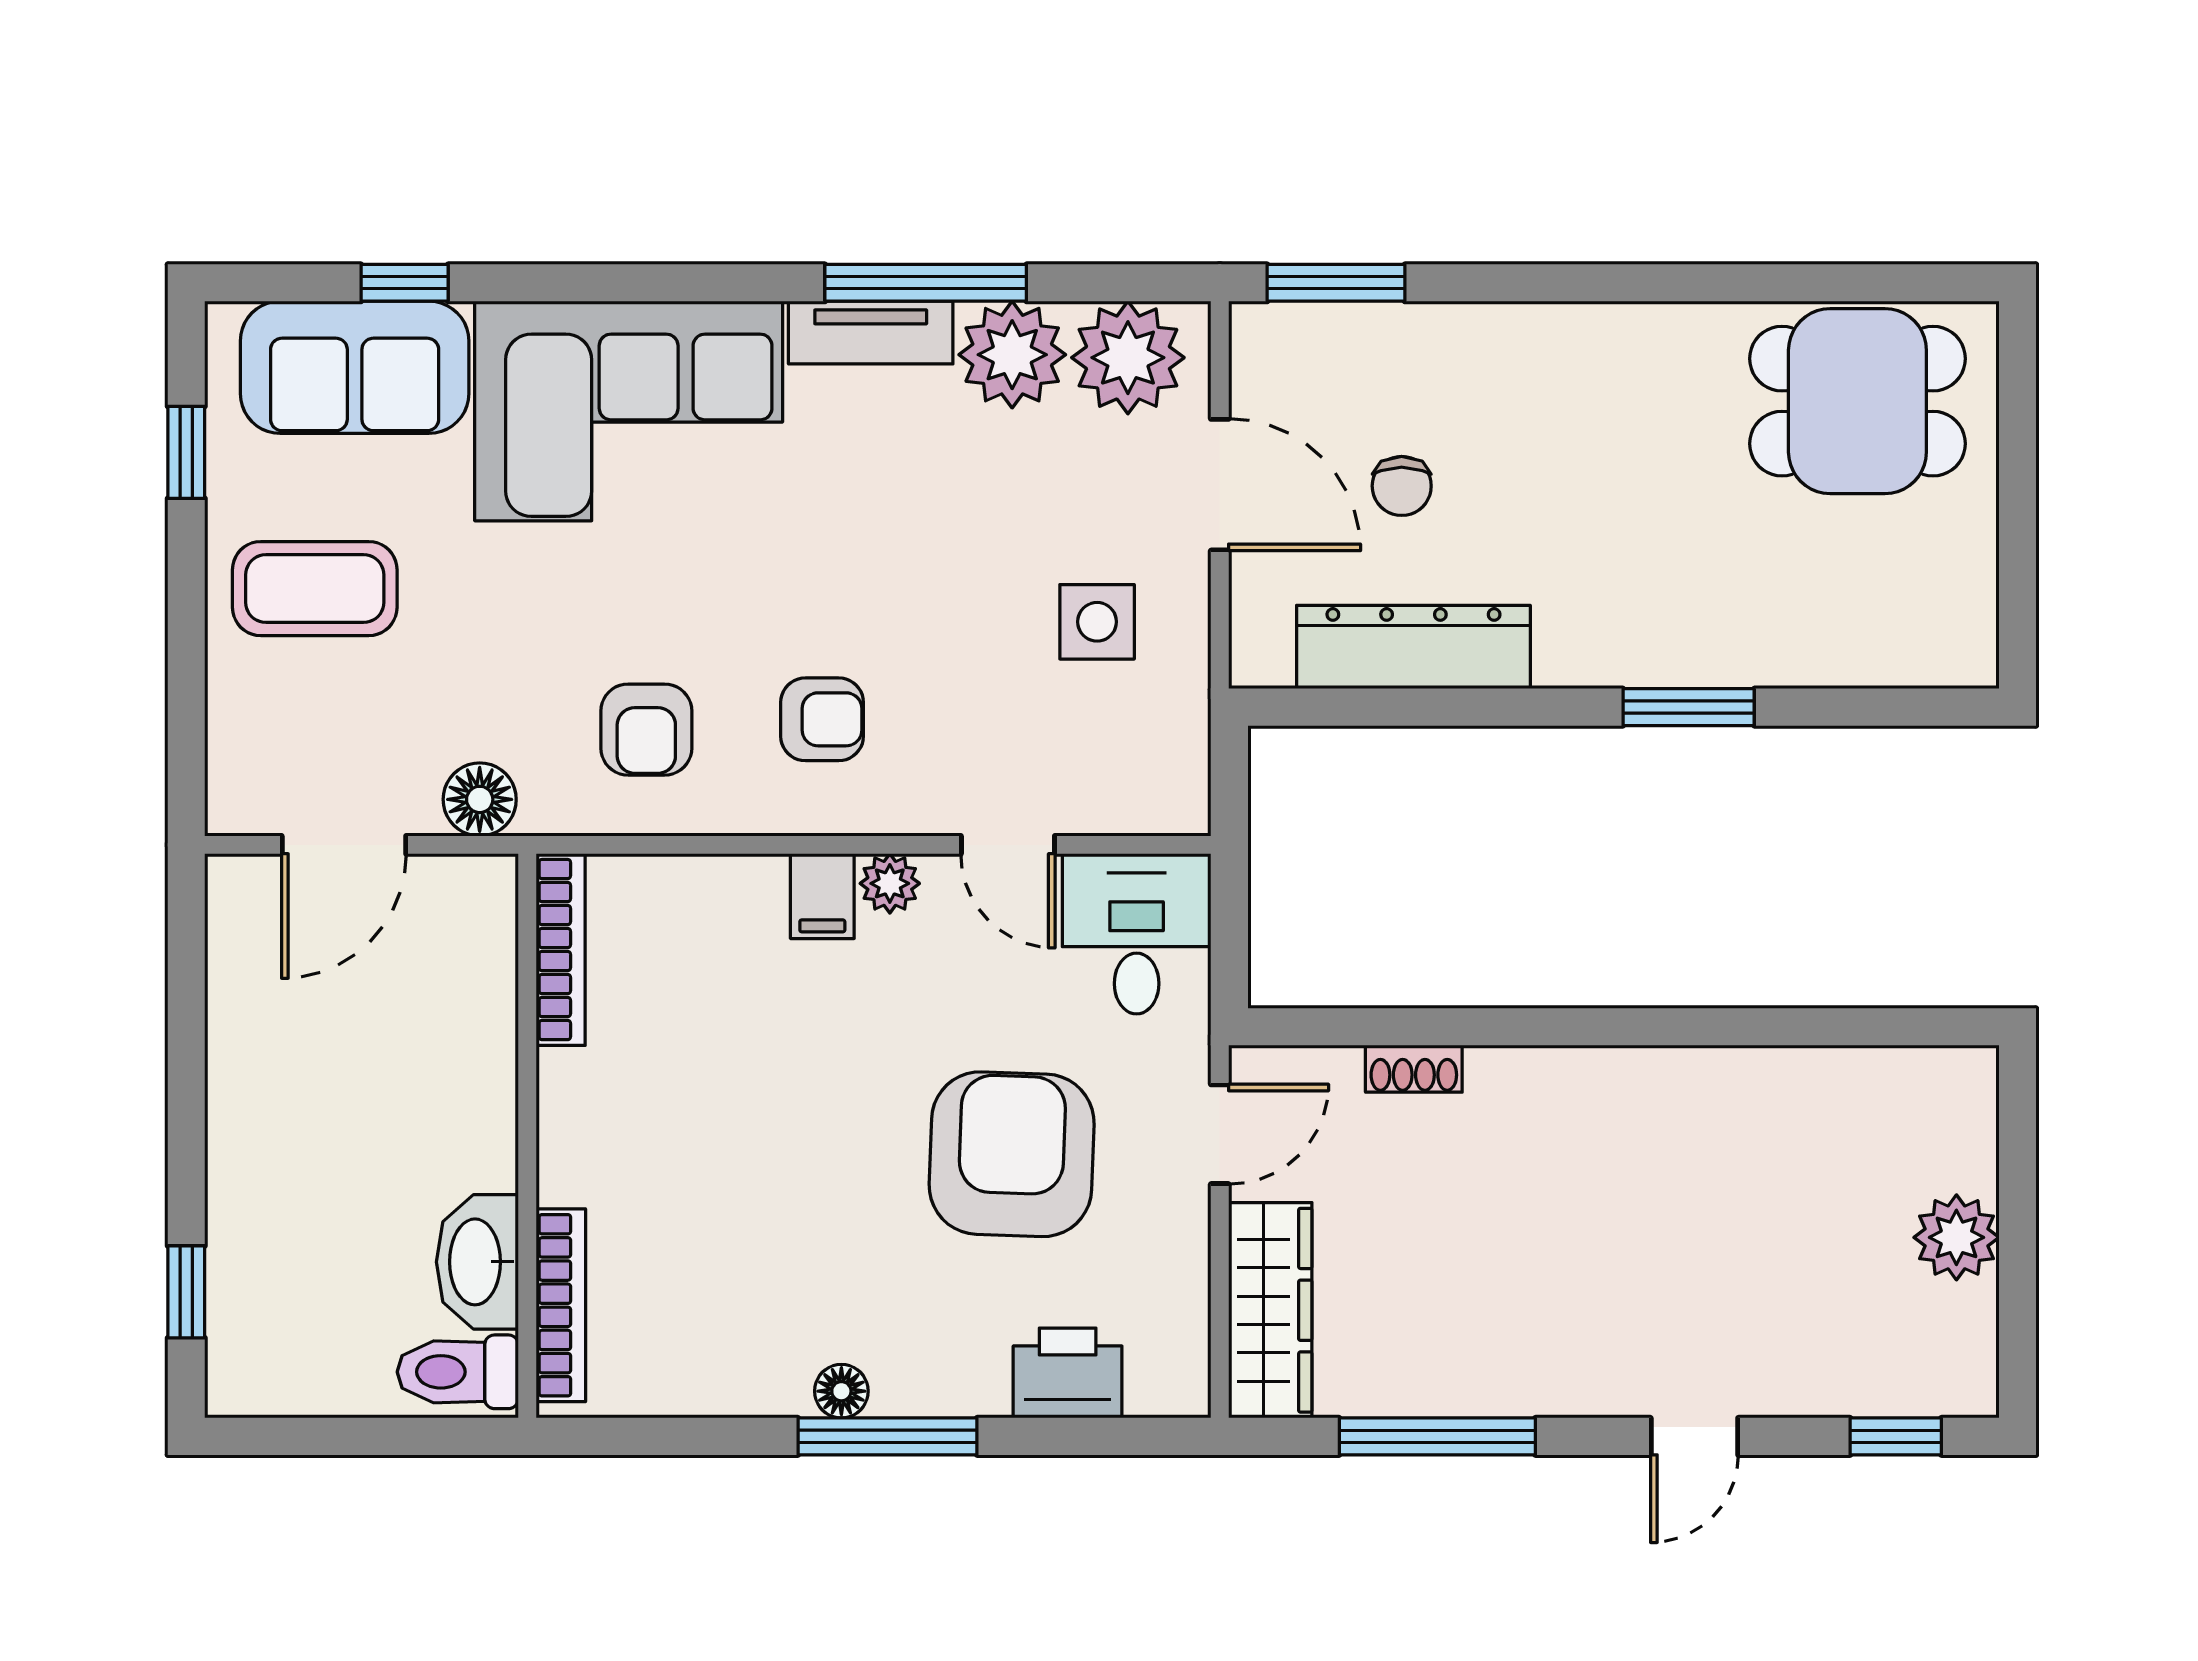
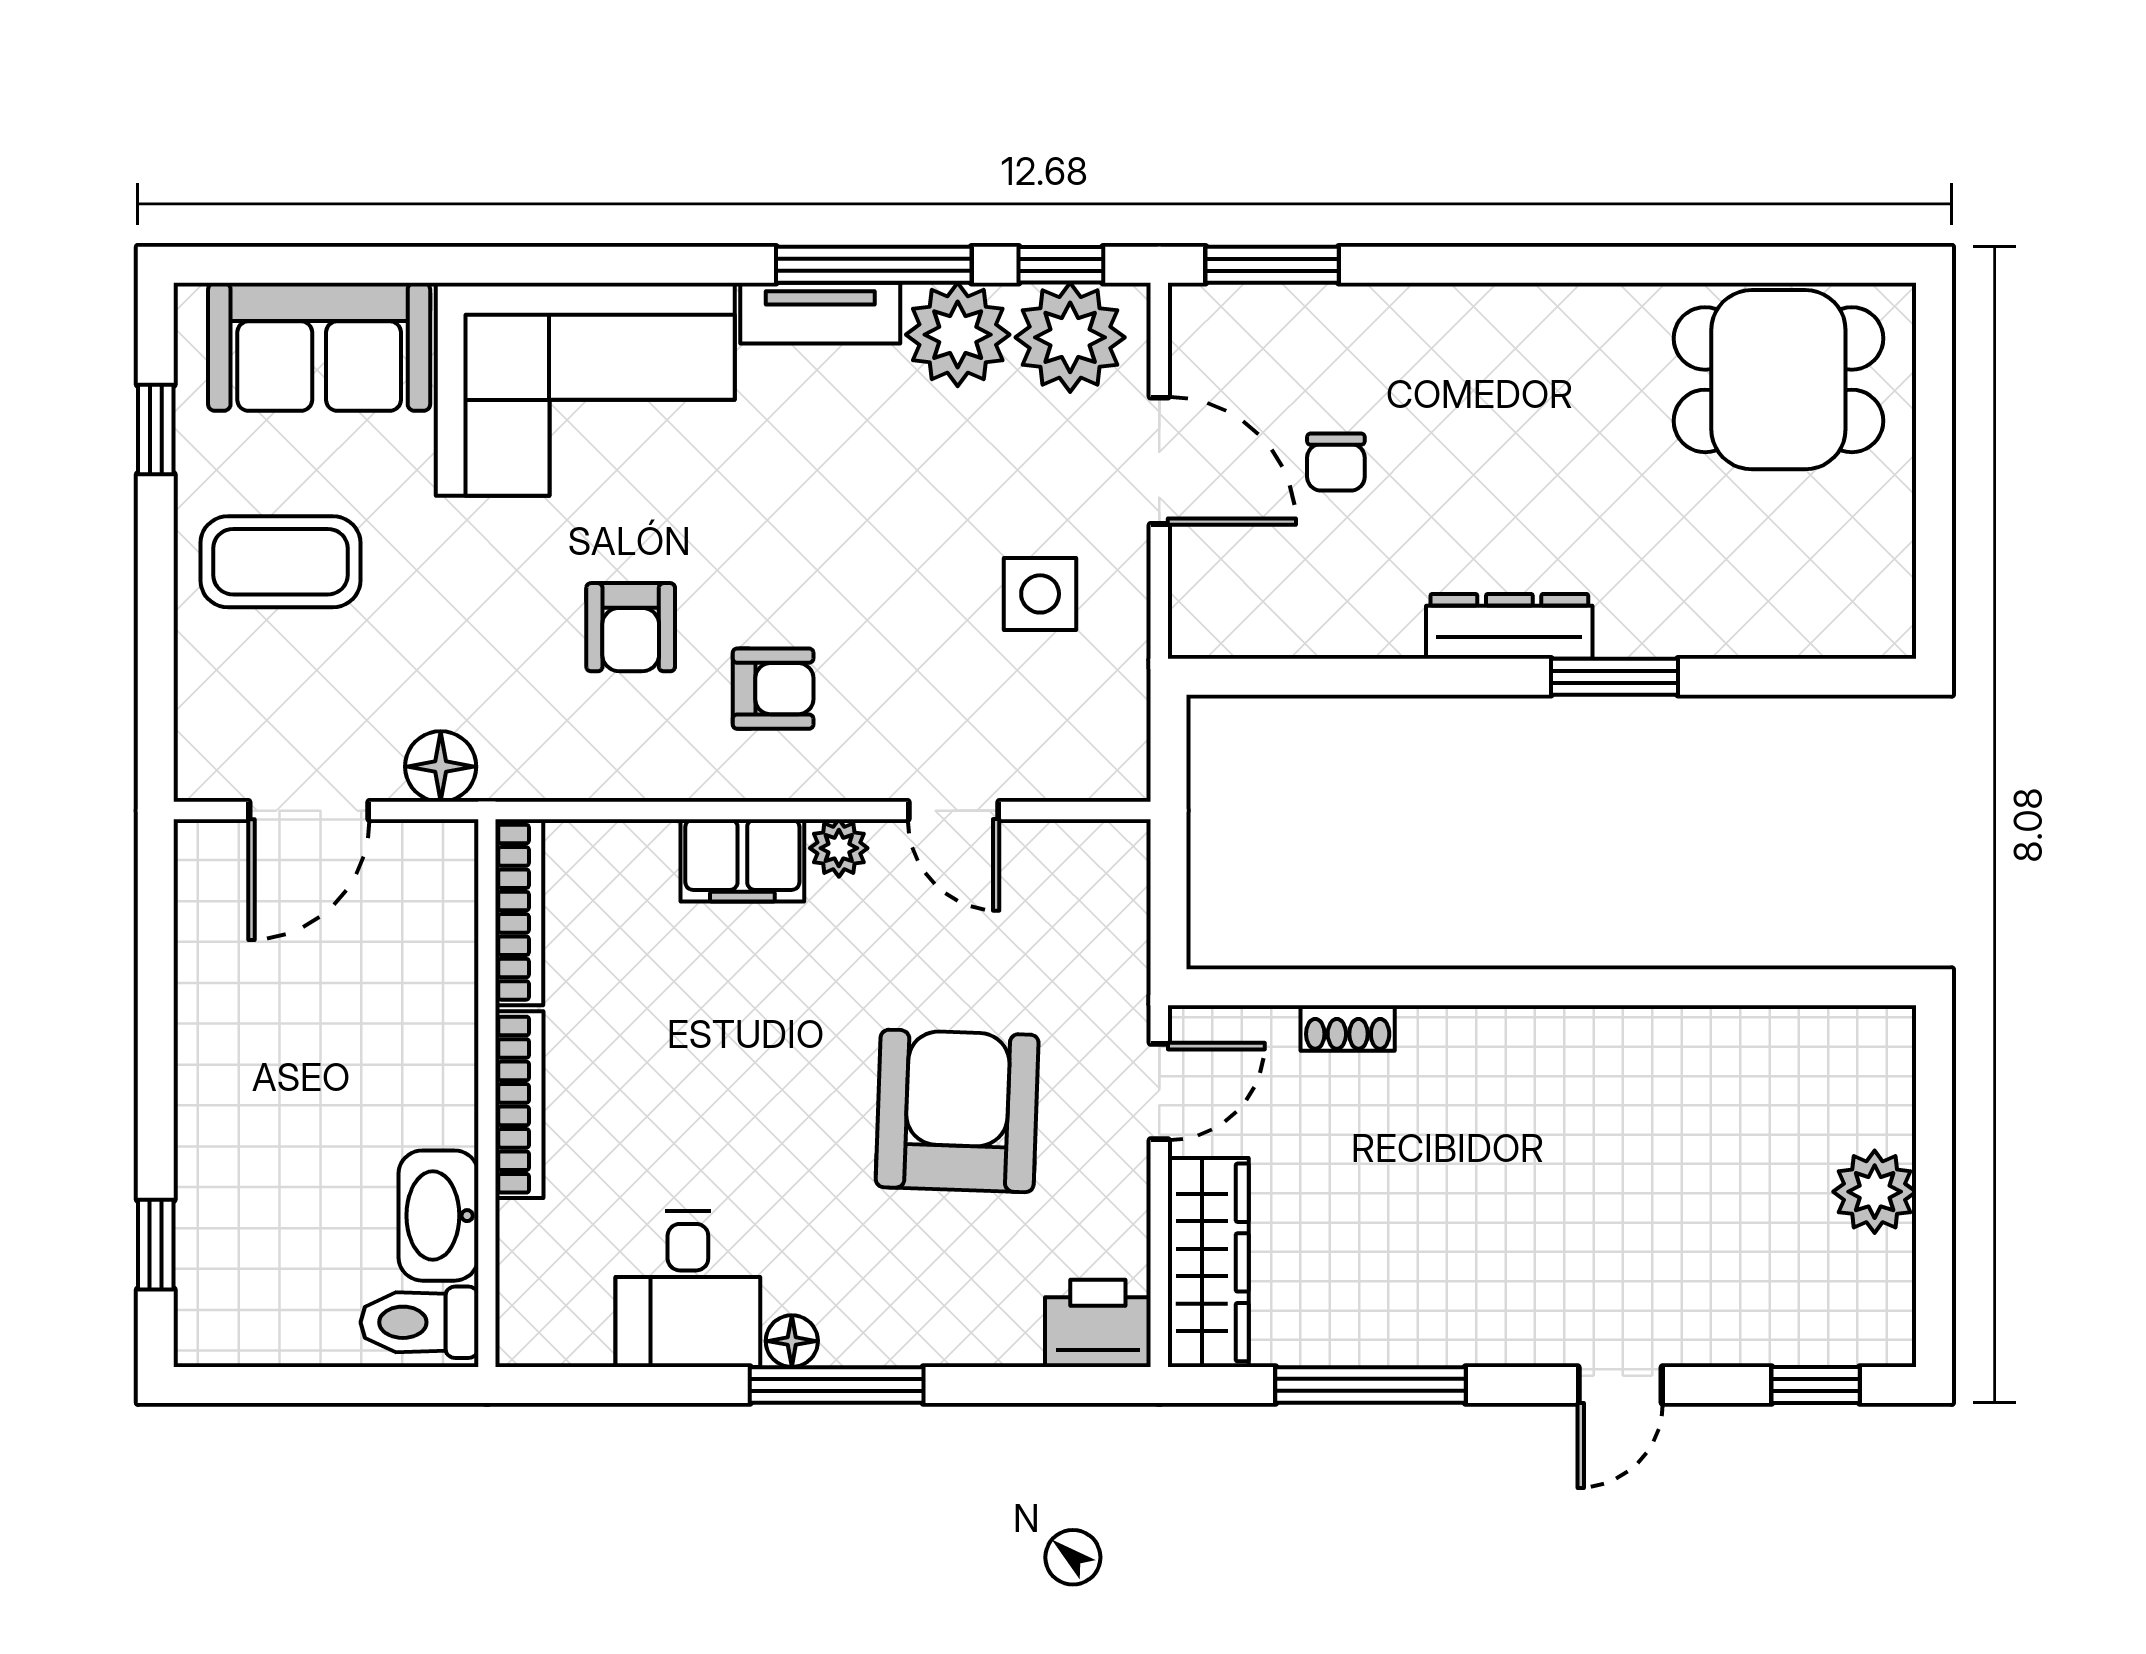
window: (405, 283) -> (1061, 265), moved
dresser: (1413, 647) -> (1509, 626), moved, width x0.73, depth x0.80
armchair: (646, 730) -> (631, 627), moved
filing cabinet: (822, 896) -> (742, 860), width x2.00
desk: (1137, 934) -> (688, 1289), moved, turned 180
bookcase: (561, 1305) -> (519, 1105), moved
printer: (1068, 1373) -> (1098, 1323), moved

